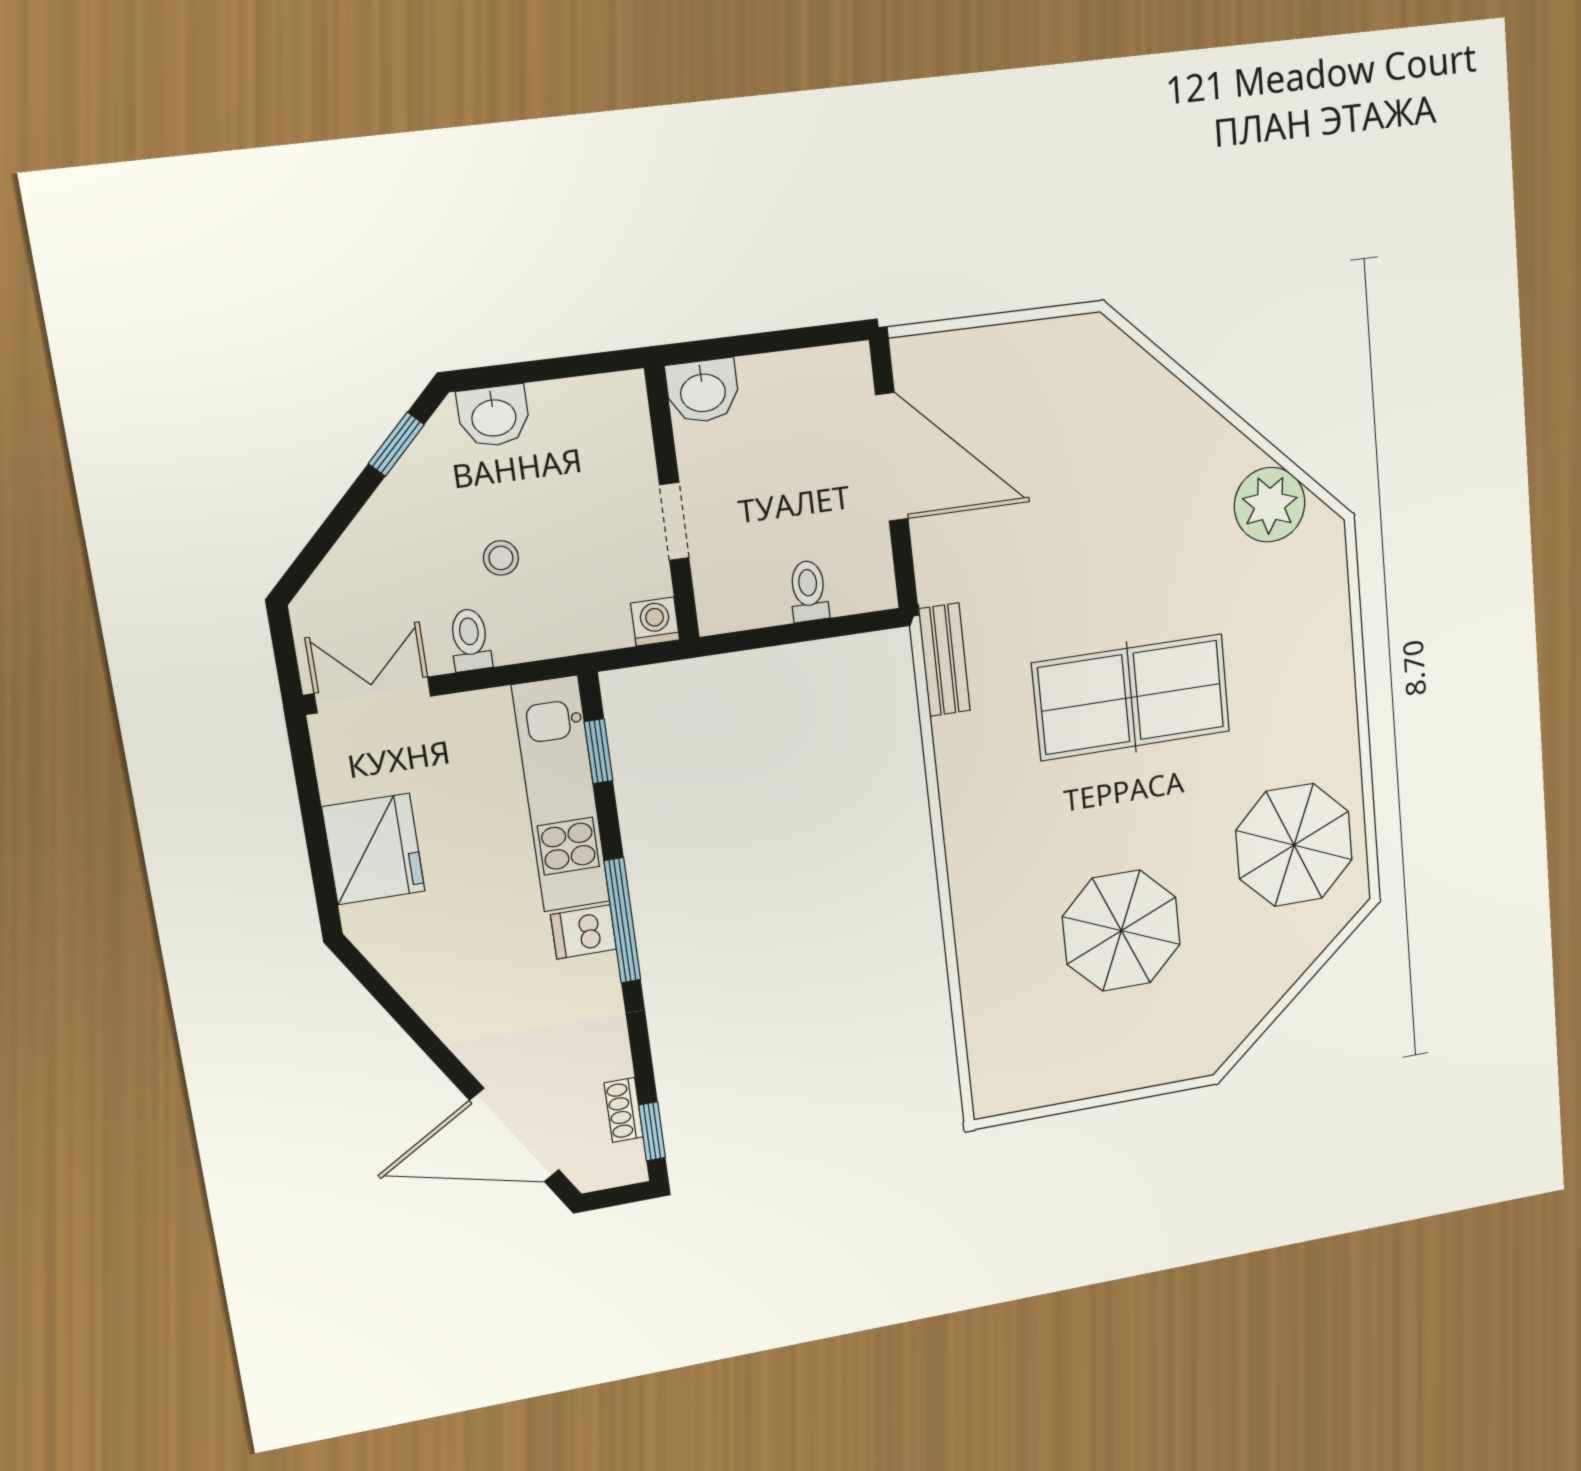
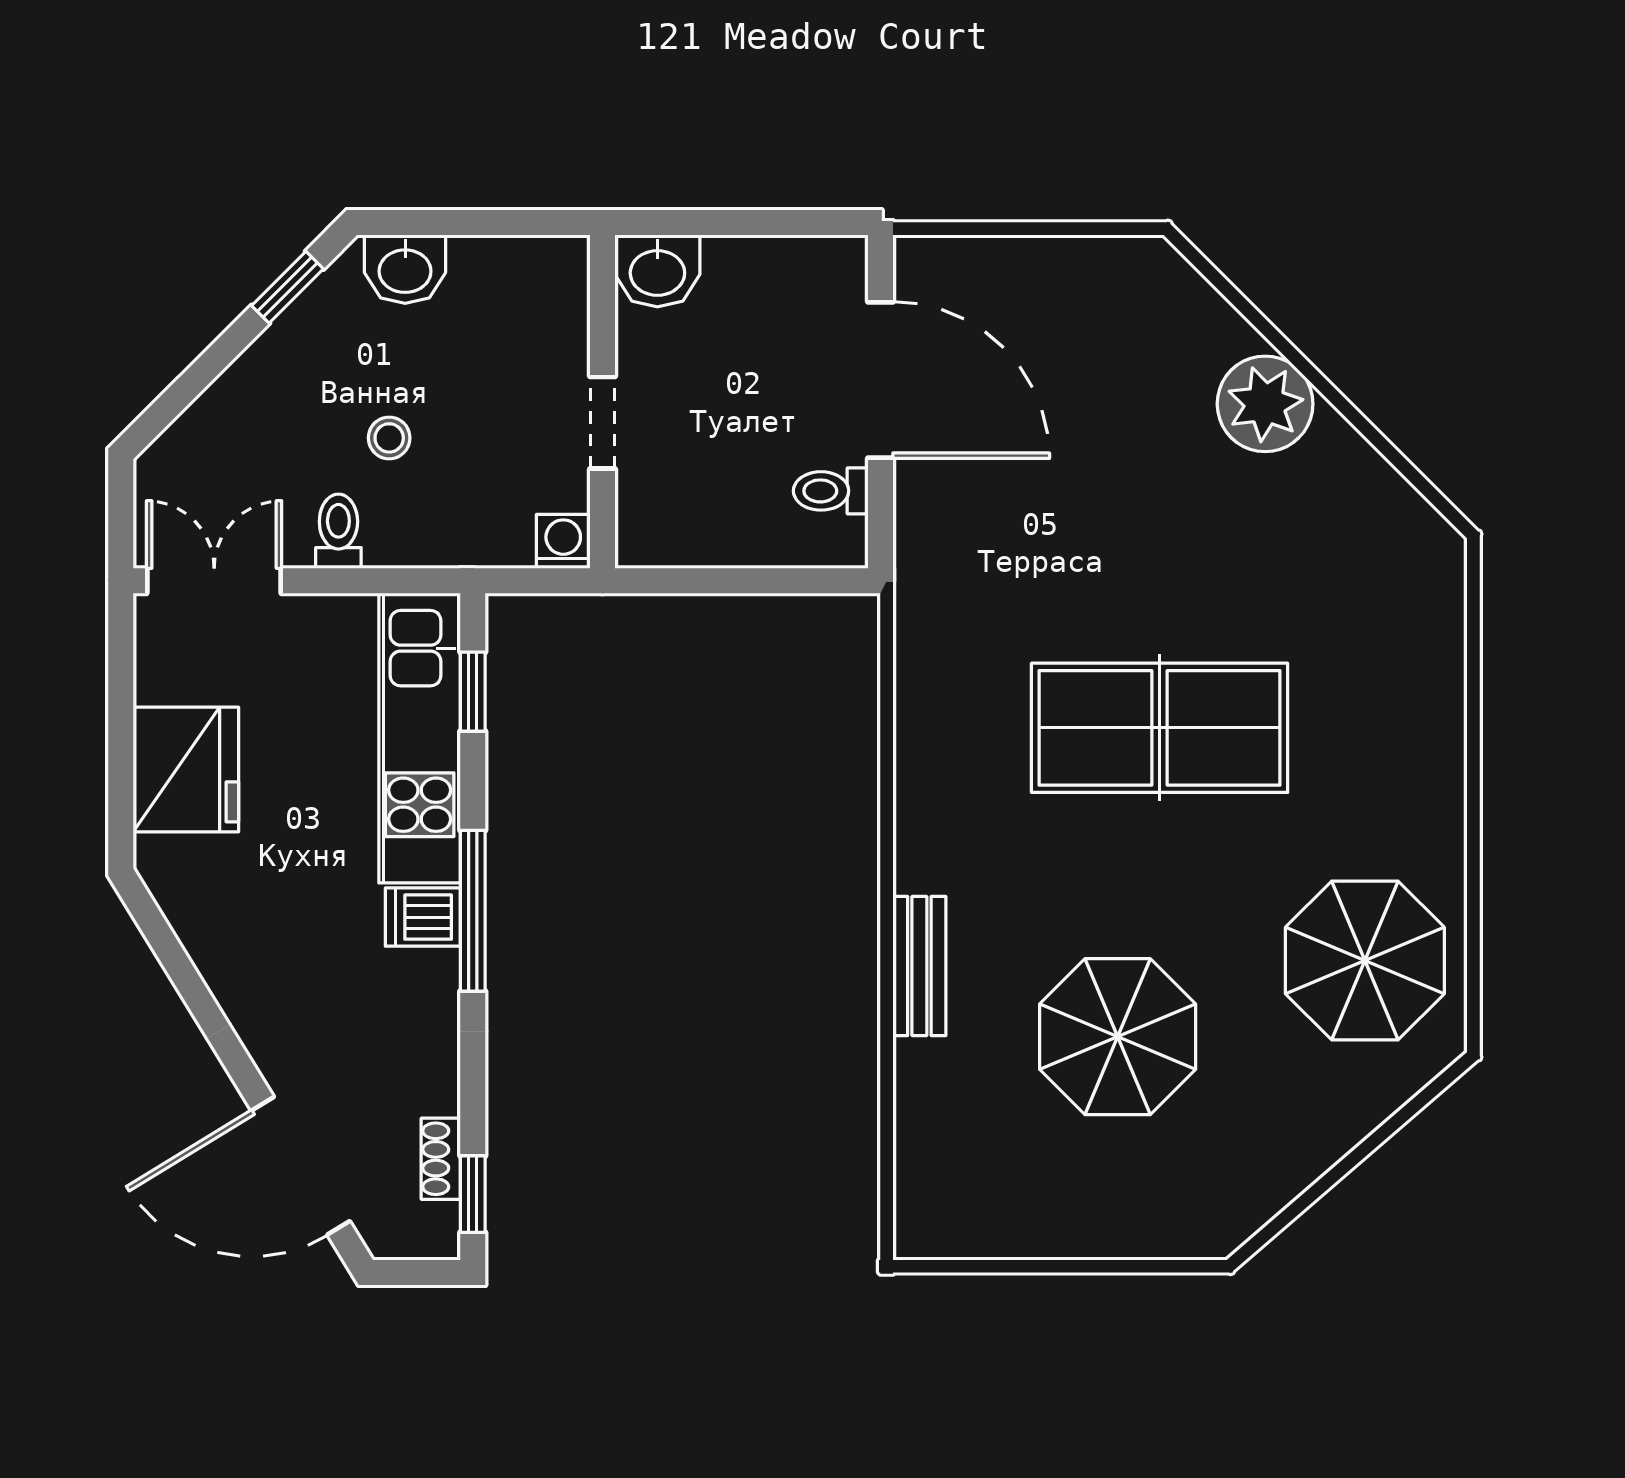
plant: (1270, 505) -> (1265, 404), moved
toilet: (809, 591) -> (831, 491), moved, turned -90
bench: (944, 660) -> (919, 966), moved

